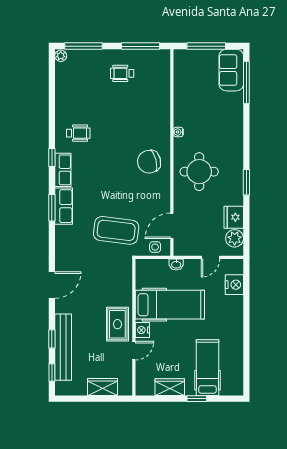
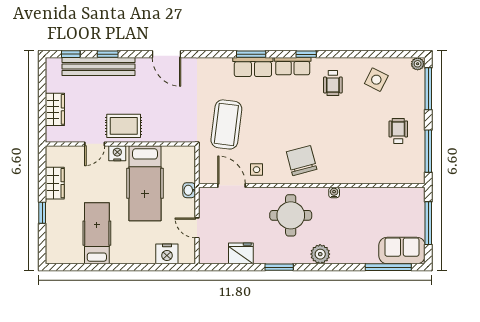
side table: (75, 93) -> (376, 80), added
plant: (235, 238) -> (320, 254), moved
side table: (155, 247) -> (257, 170), moved
door: (134, 351) -> (95, 144), hinge flipped
hospital bed: (207, 368) -> (97, 233), moved, turned -90

